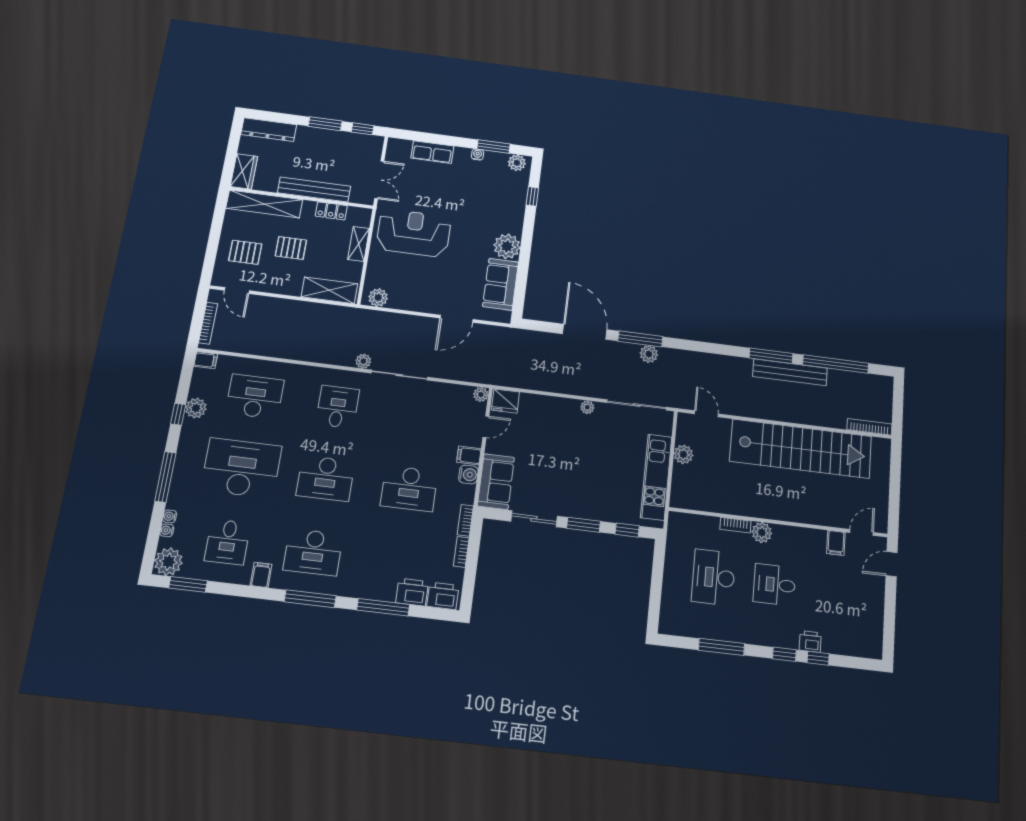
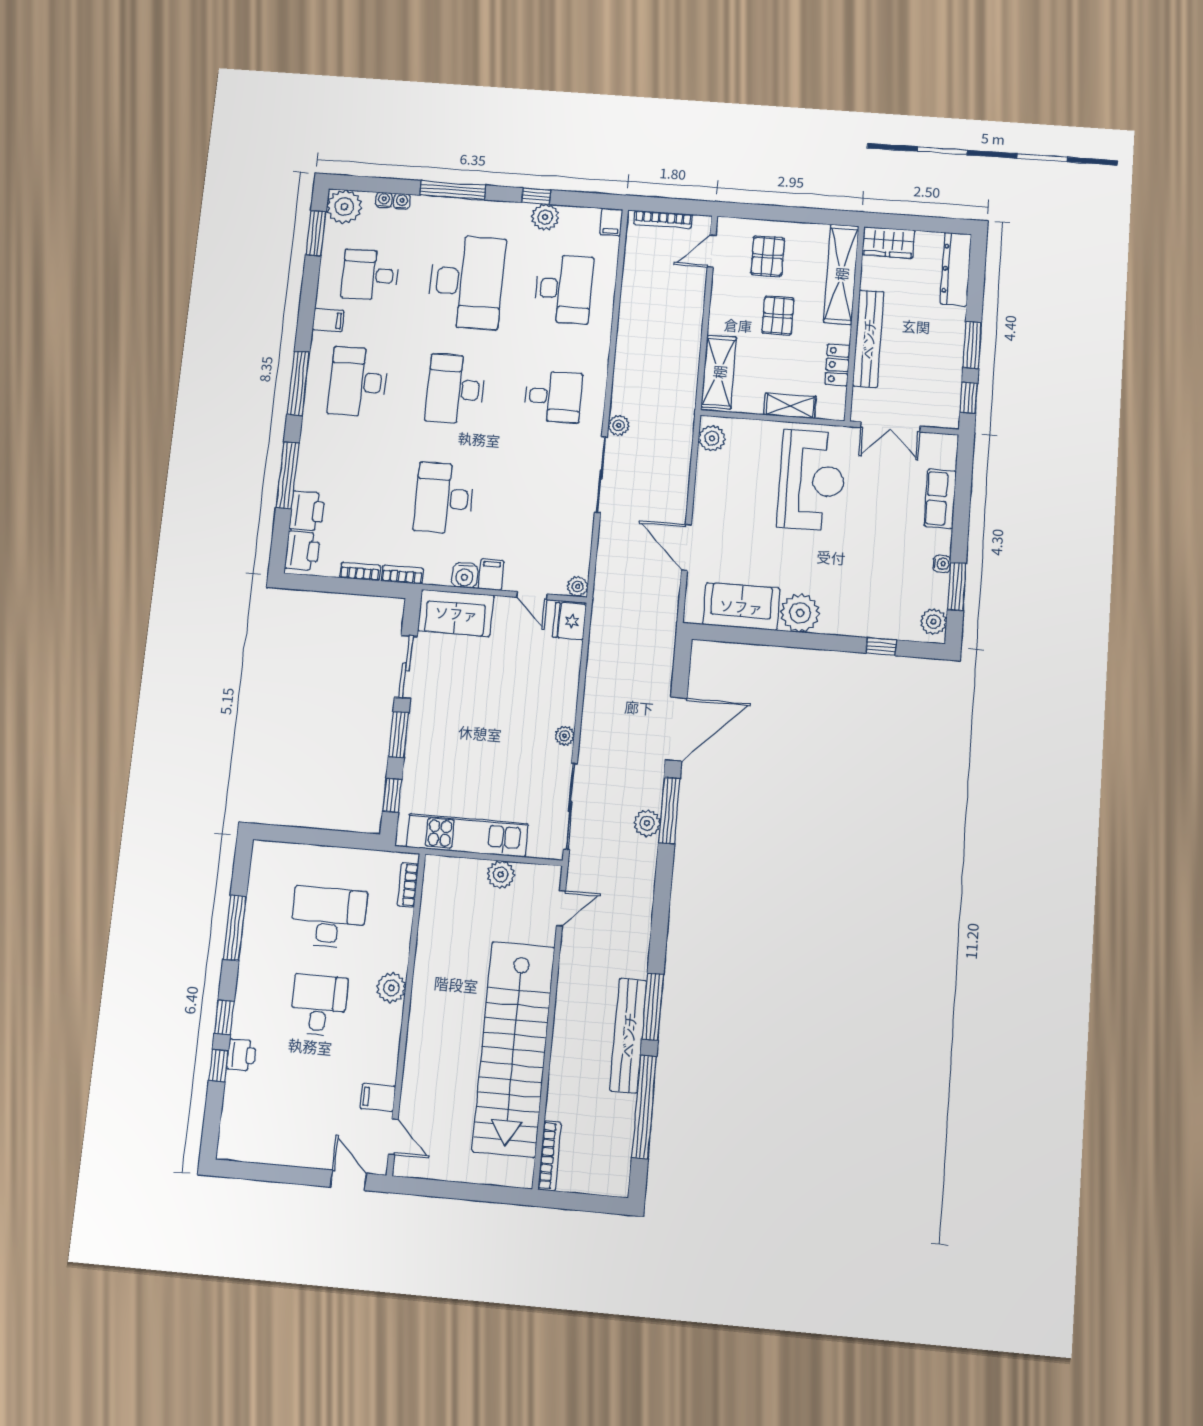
bookcase: (735, 525) -> (408, 885), moved

